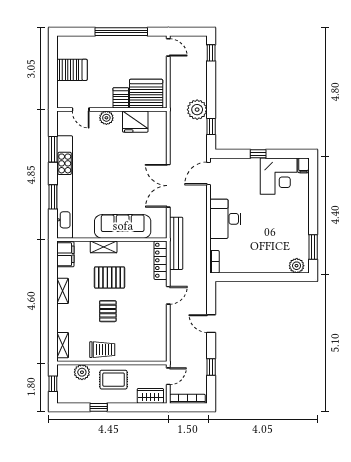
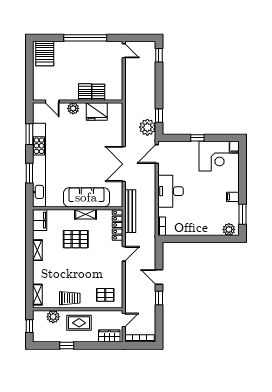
server rack: (72, 70) -> (45, 54), moved, turned 90
server rack: (146, 94) -> (98, 92), width x0.46, depth x0.70
plant: (197, 110) -> (147, 127), moved
filing cabinet: (301, 226) -> (233, 197), added
shelving: (104, 247) -> (86, 214), moved
pallet: (108, 311) -> (105, 295), moved, turned 90
window: (211, 367) -> (159, 298), moved

